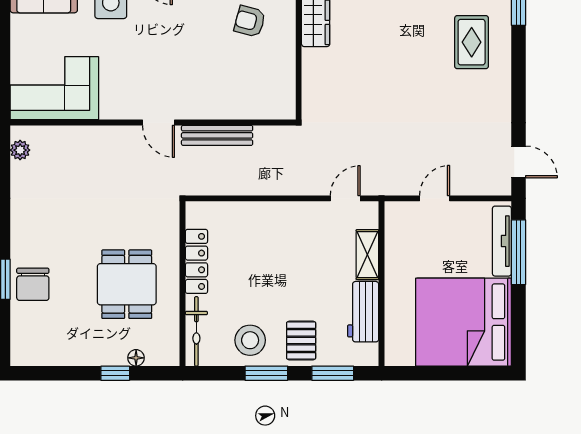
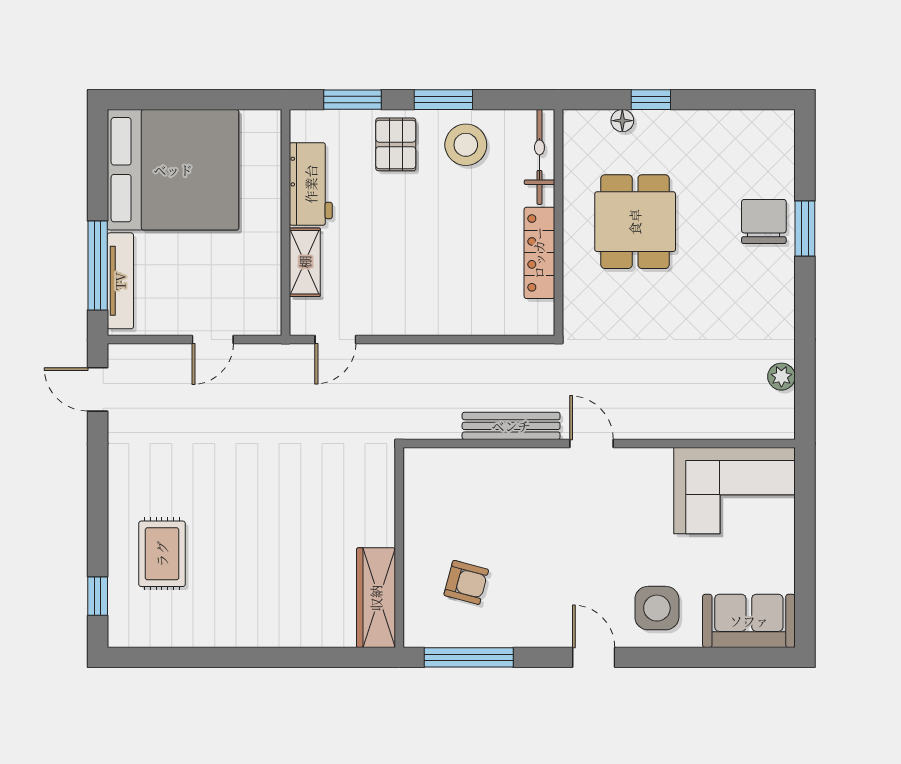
plant: (20, 150) -> (781, 377), moved

